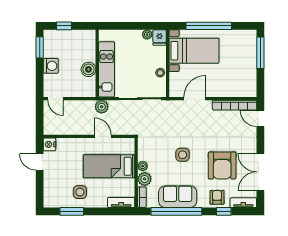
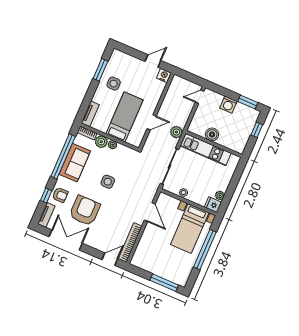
armchair: (222, 165) -> (85, 211), turned 90

